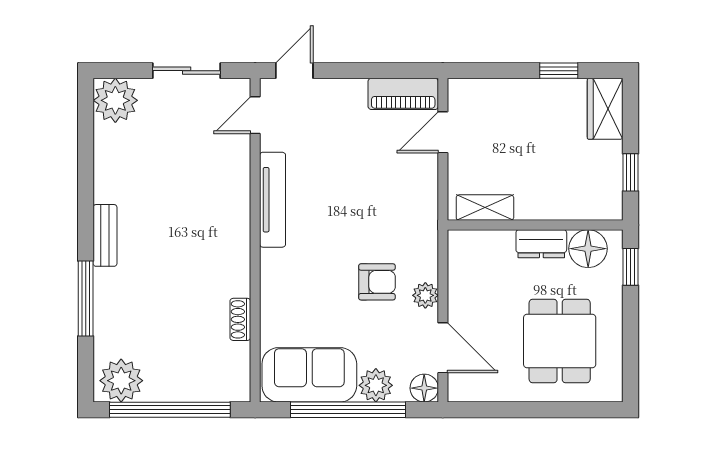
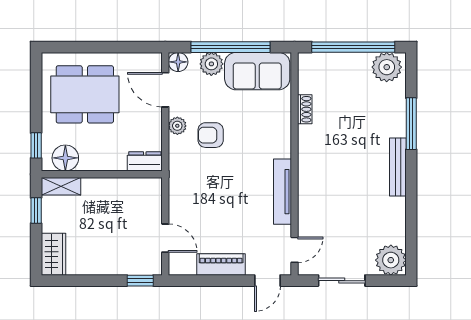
window: (559, 71) -> (140, 281), moved
piano: (403, 94) -> (221, 265), moved
door: (443, 132) -> (165, 238), hinge flipped
shelving: (485, 208) -> (61, 186), moved
bench: (105, 235) -> (398, 167), width x1.36
dresser: (541, 244) -> (145, 161), moved
dining table: (560, 341) -> (85, 94), width x1.38

